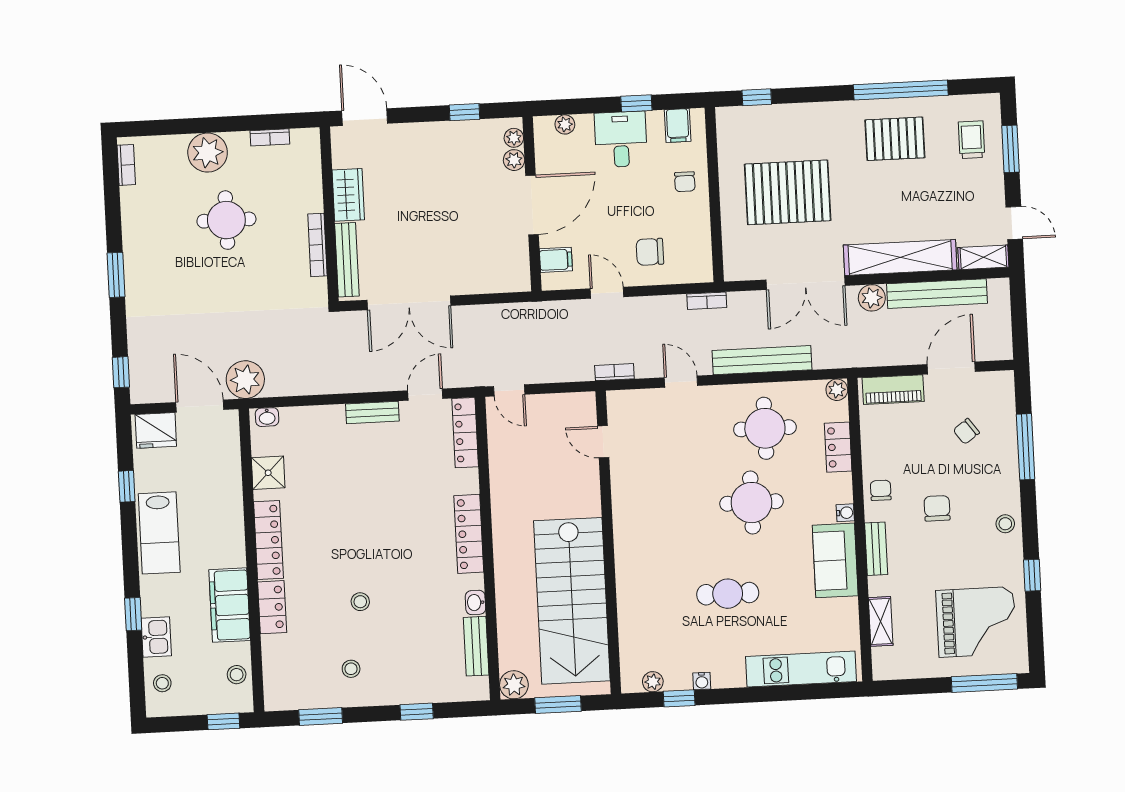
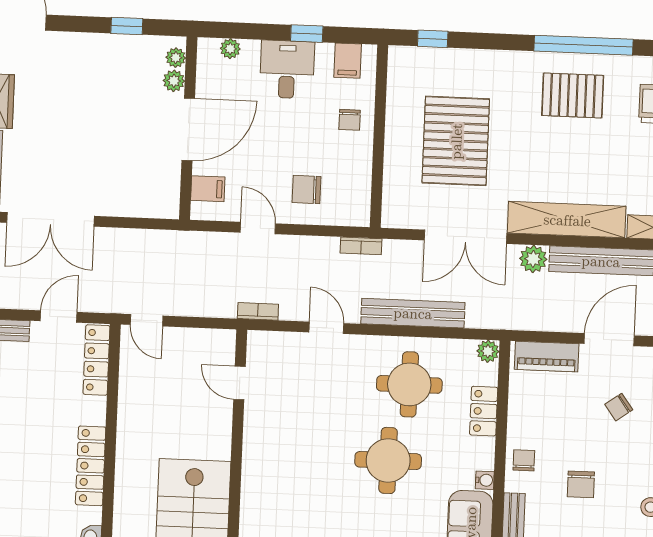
pallet: (788, 192) -> (456, 141), turned 90
chair: (937, 508) -> (581, 484), turned 180

